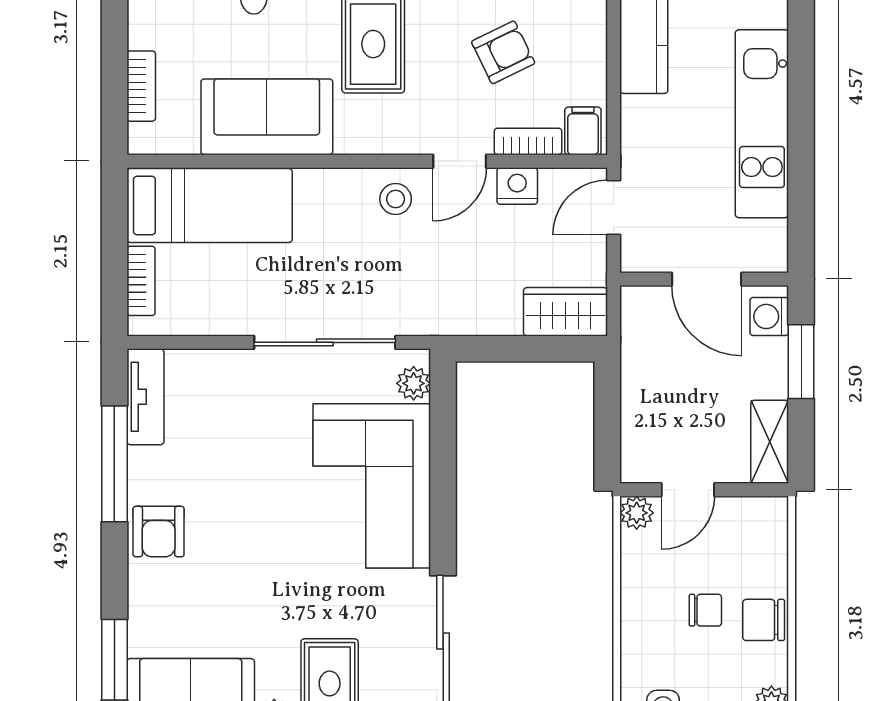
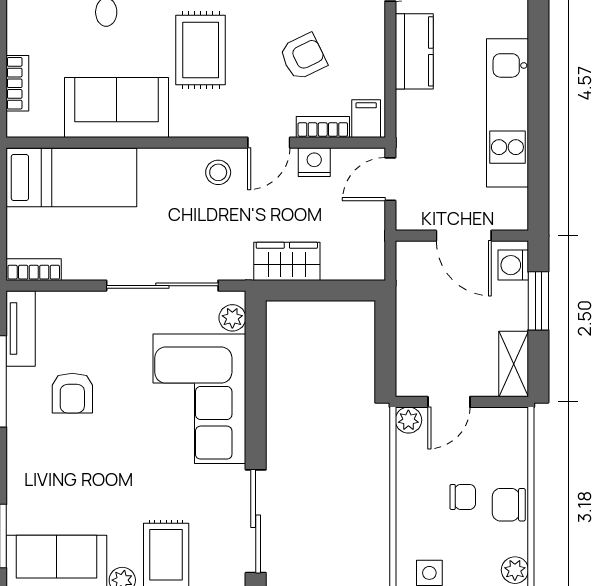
bookcase: (141, 281) -> (34, 270), moved, turned -90
wardrobe: (565, 312) -> (287, 261), moved
armchair: (159, 532) -> (72, 393), moved

